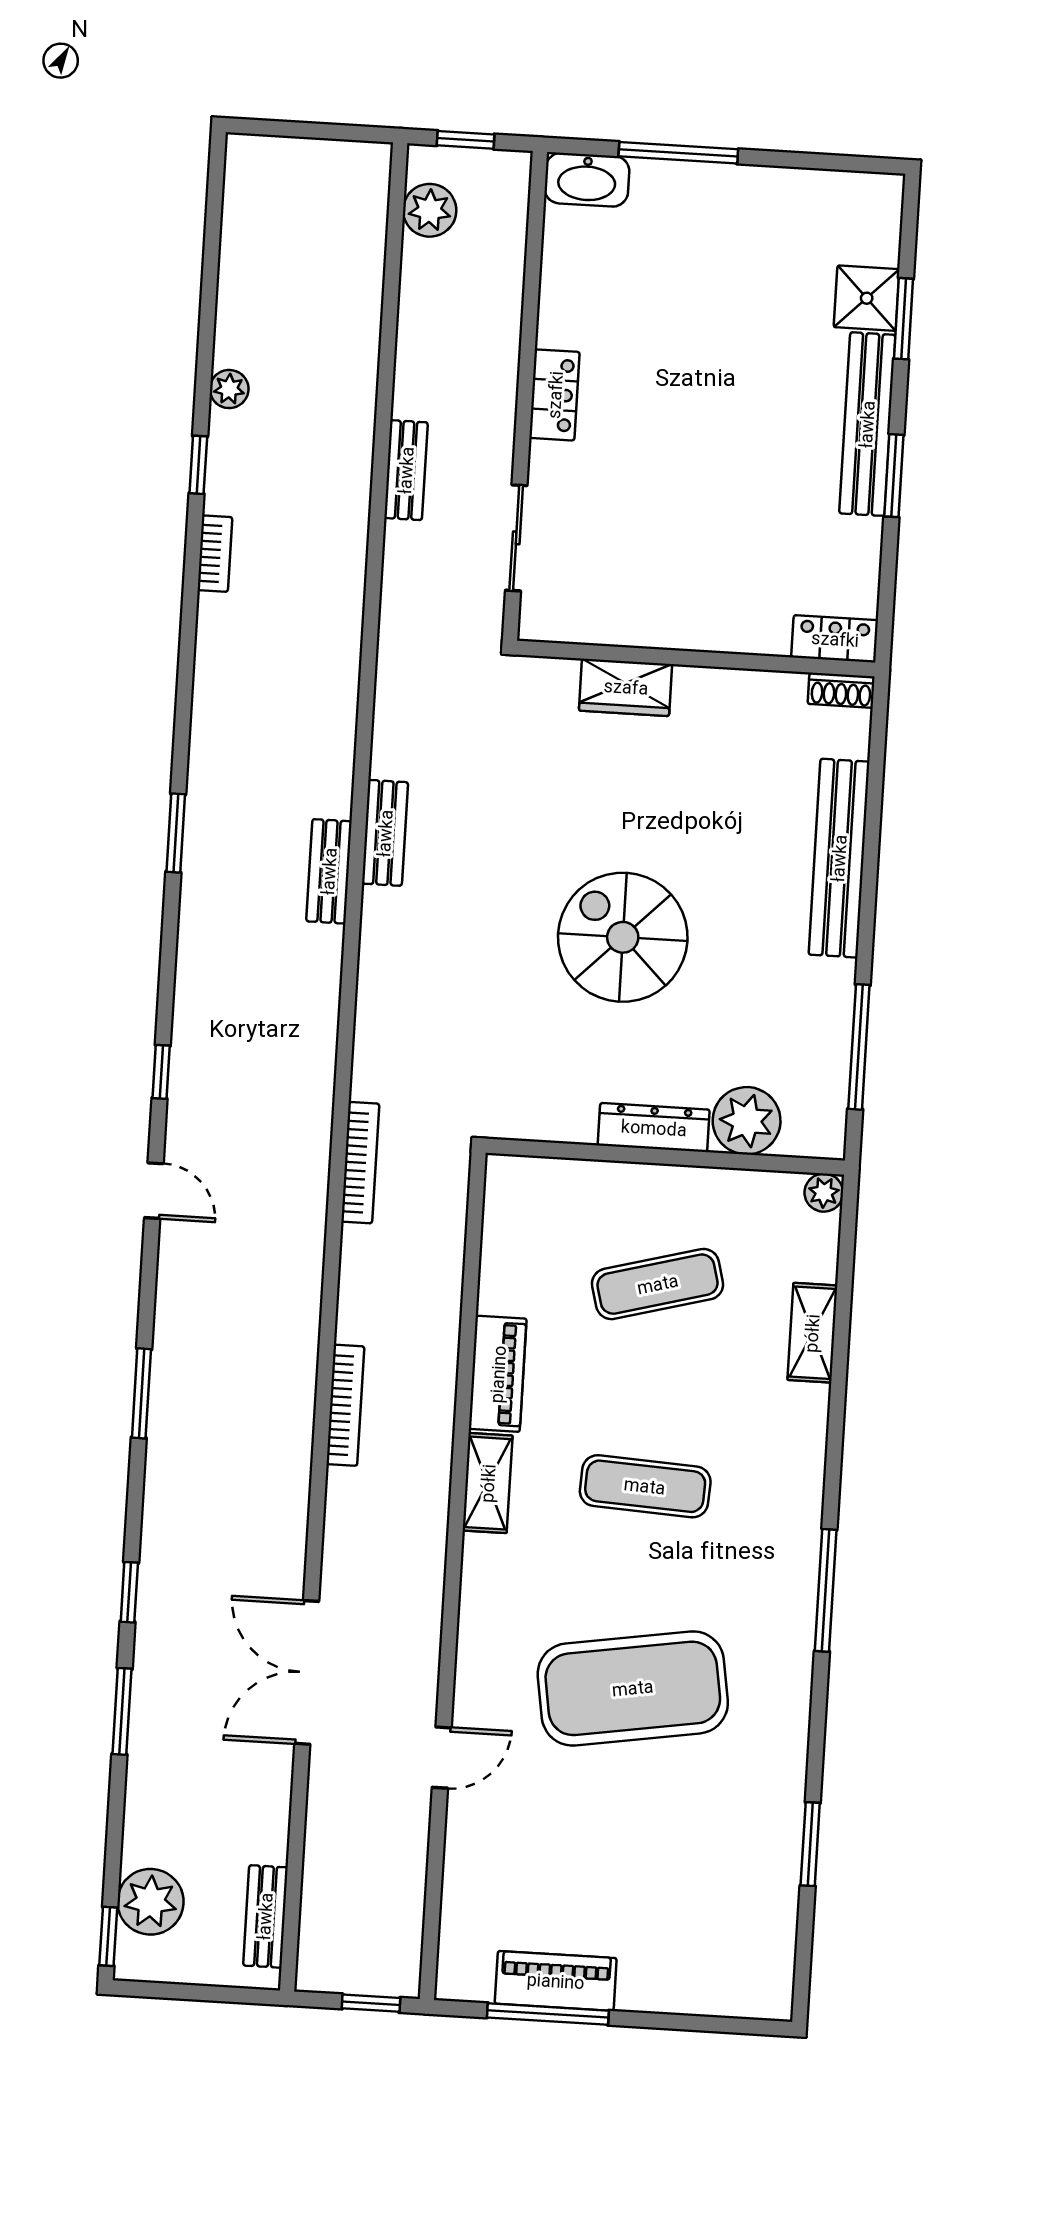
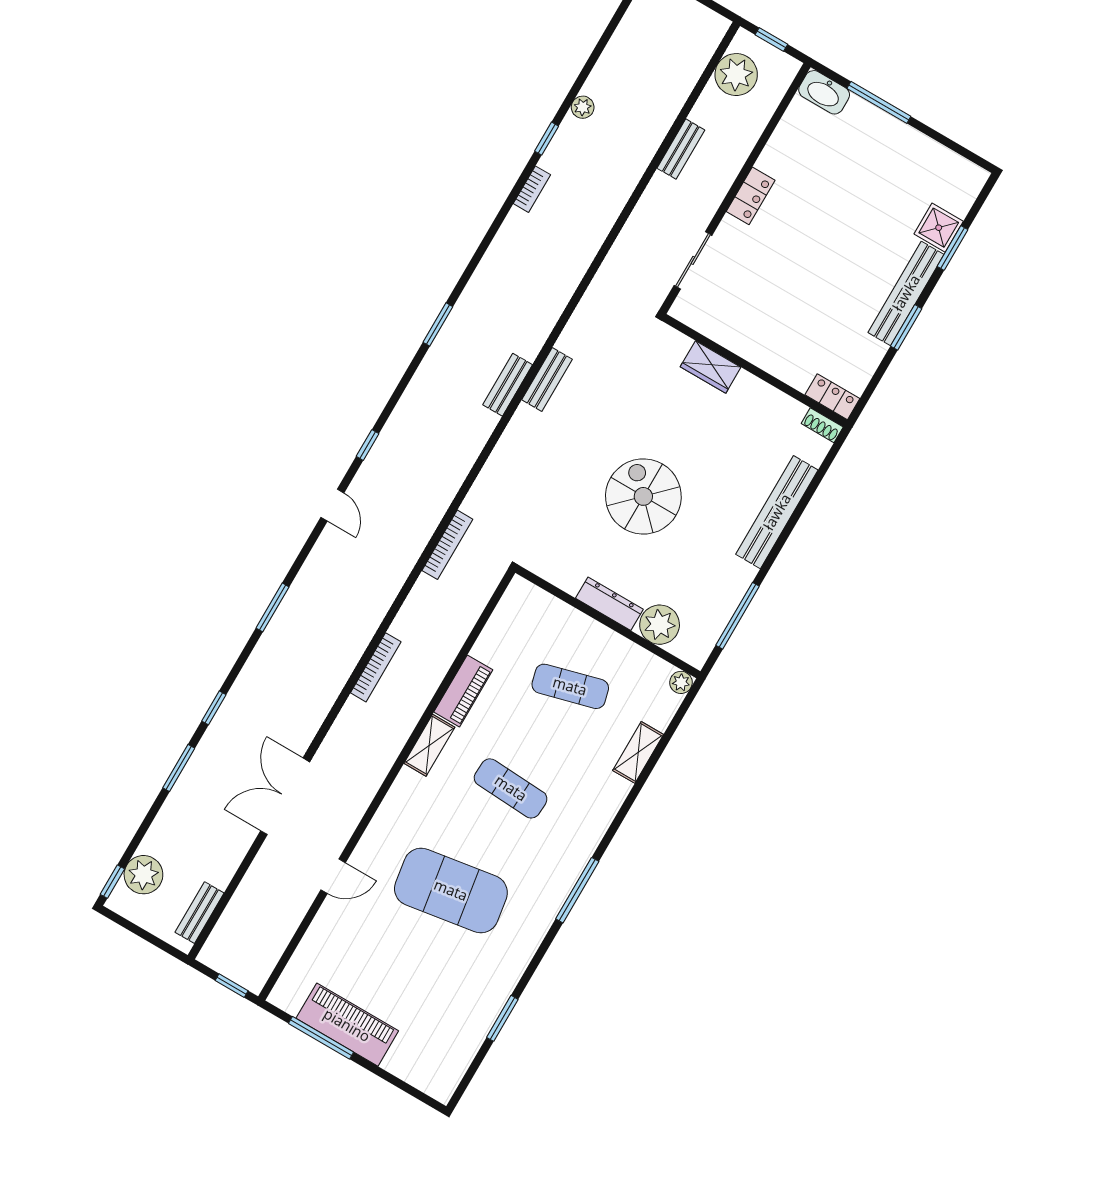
plant: (430, 210) -> (736, 75), width x1.36, depth x1.36
bench: (406, 470) -> (681, 149), moved
piano: (556, 1981) -> (347, 1025), width x1.37, depth x1.33

